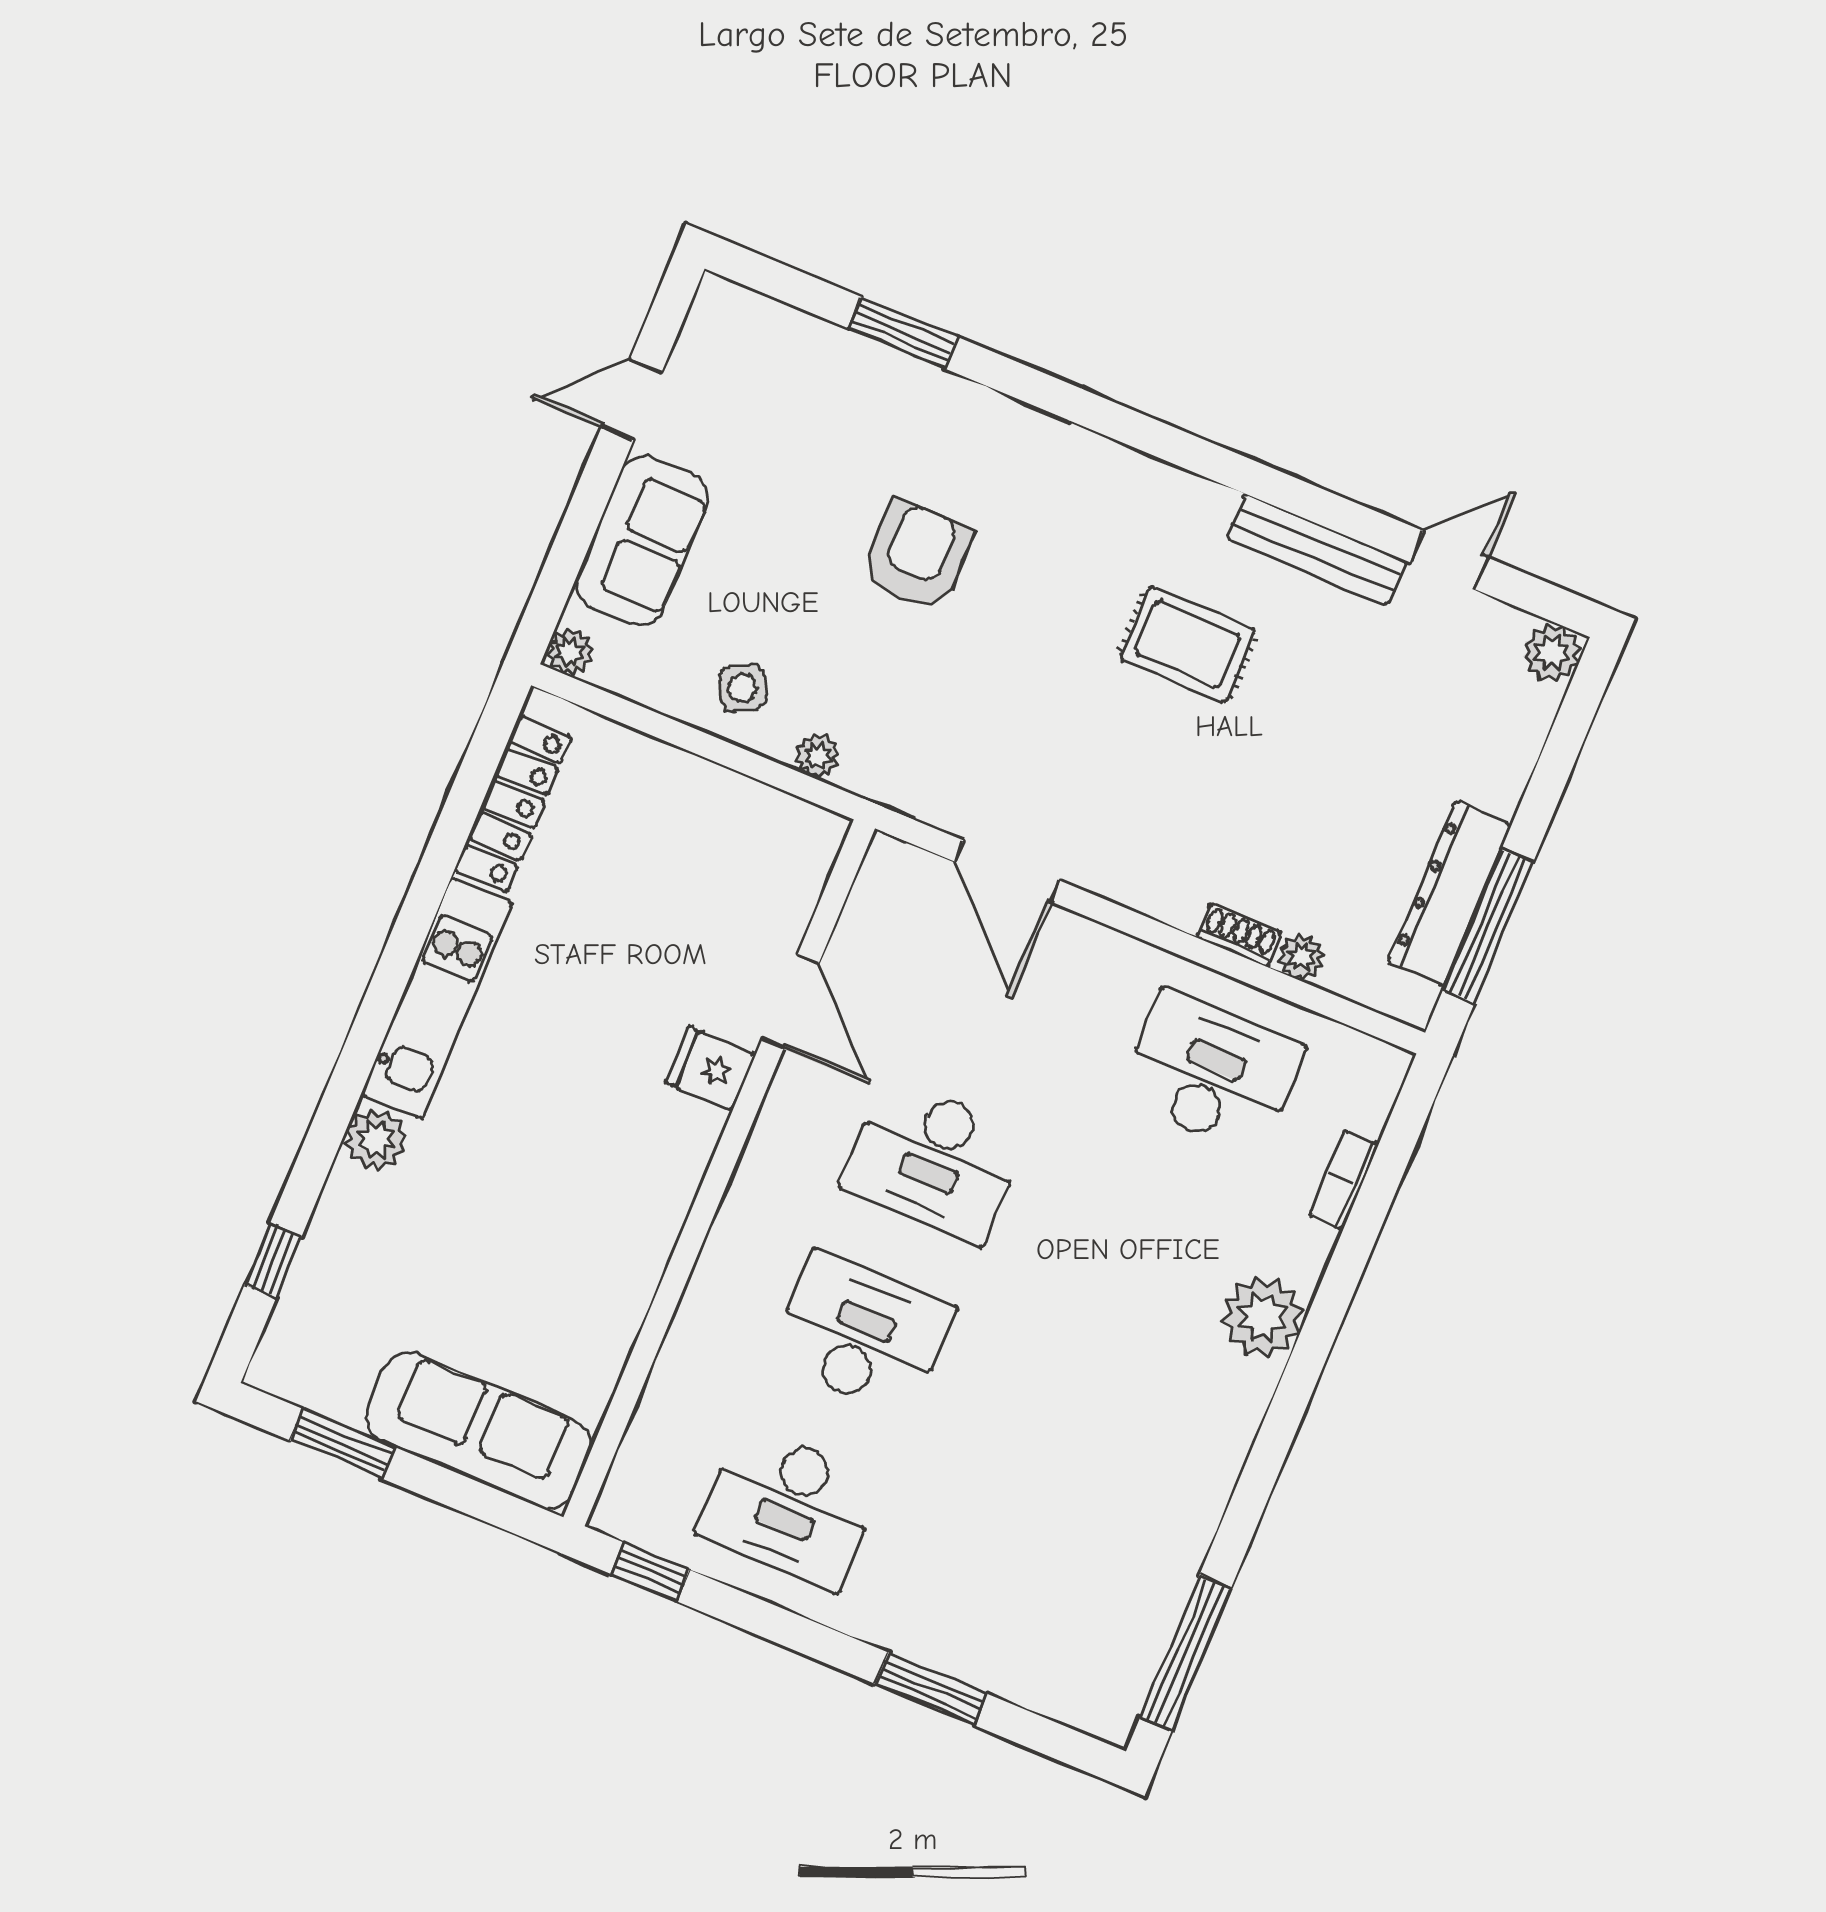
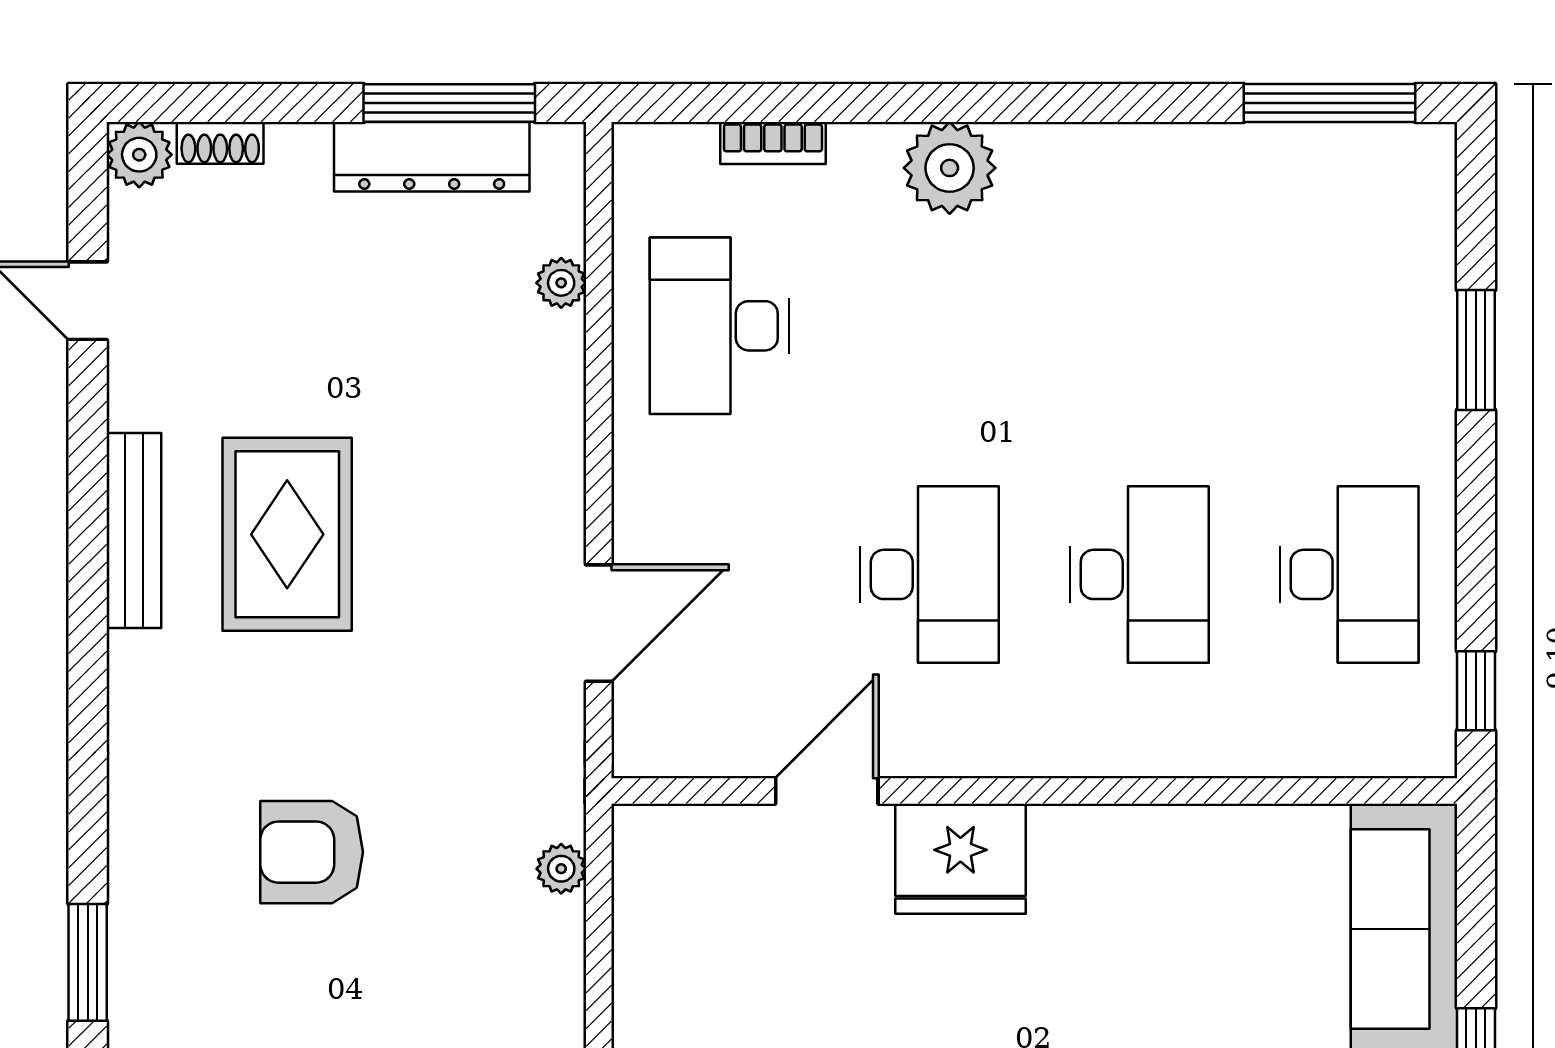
bench: (1316, 550) -> (134, 530), moved
rug: (1188, 644) -> (287, 534), width x1.36, depth x1.43
side table: (742, 688) -> (523, 975), removed
shoe rack: (1239, 935) -> (220, 143), moved, turned -90
fridge: (711, 1068) -> (960, 859), width x1.88, depth x1.34
desk: (862, 1334) -> (1139, 574), turned 180

